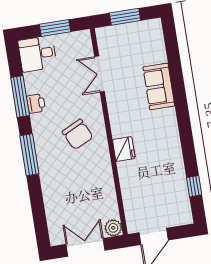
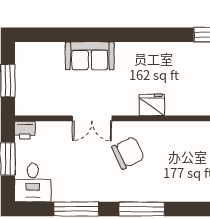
double door: (100, 74) -> (92, 118), moved
printer: (36, 104) -> (25, 130), moved, turned 180

